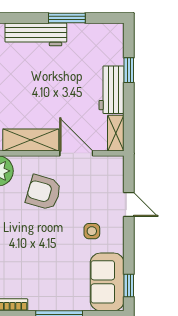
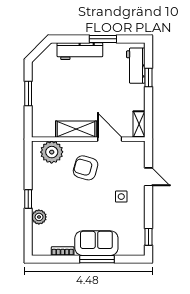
workbench: (112, 90) -> (136, 66), moved
sofa: (107, 282) -> (96, 243), moved, turned 90

